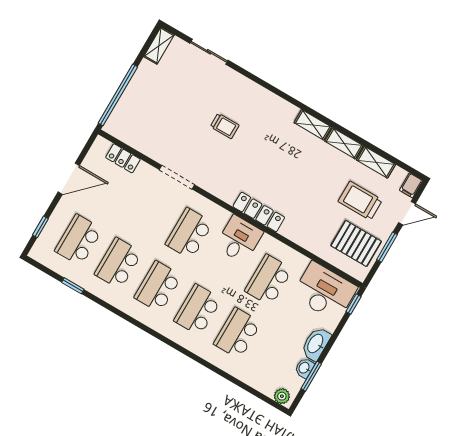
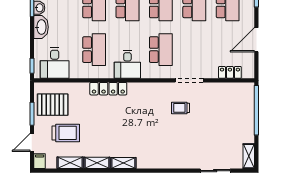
trolley: (225, 126) -> (181, 108), moved
locker: (259, 212) -> (108, 89), moved
desk: (325, 292) -> (55, 63), width x0.73

